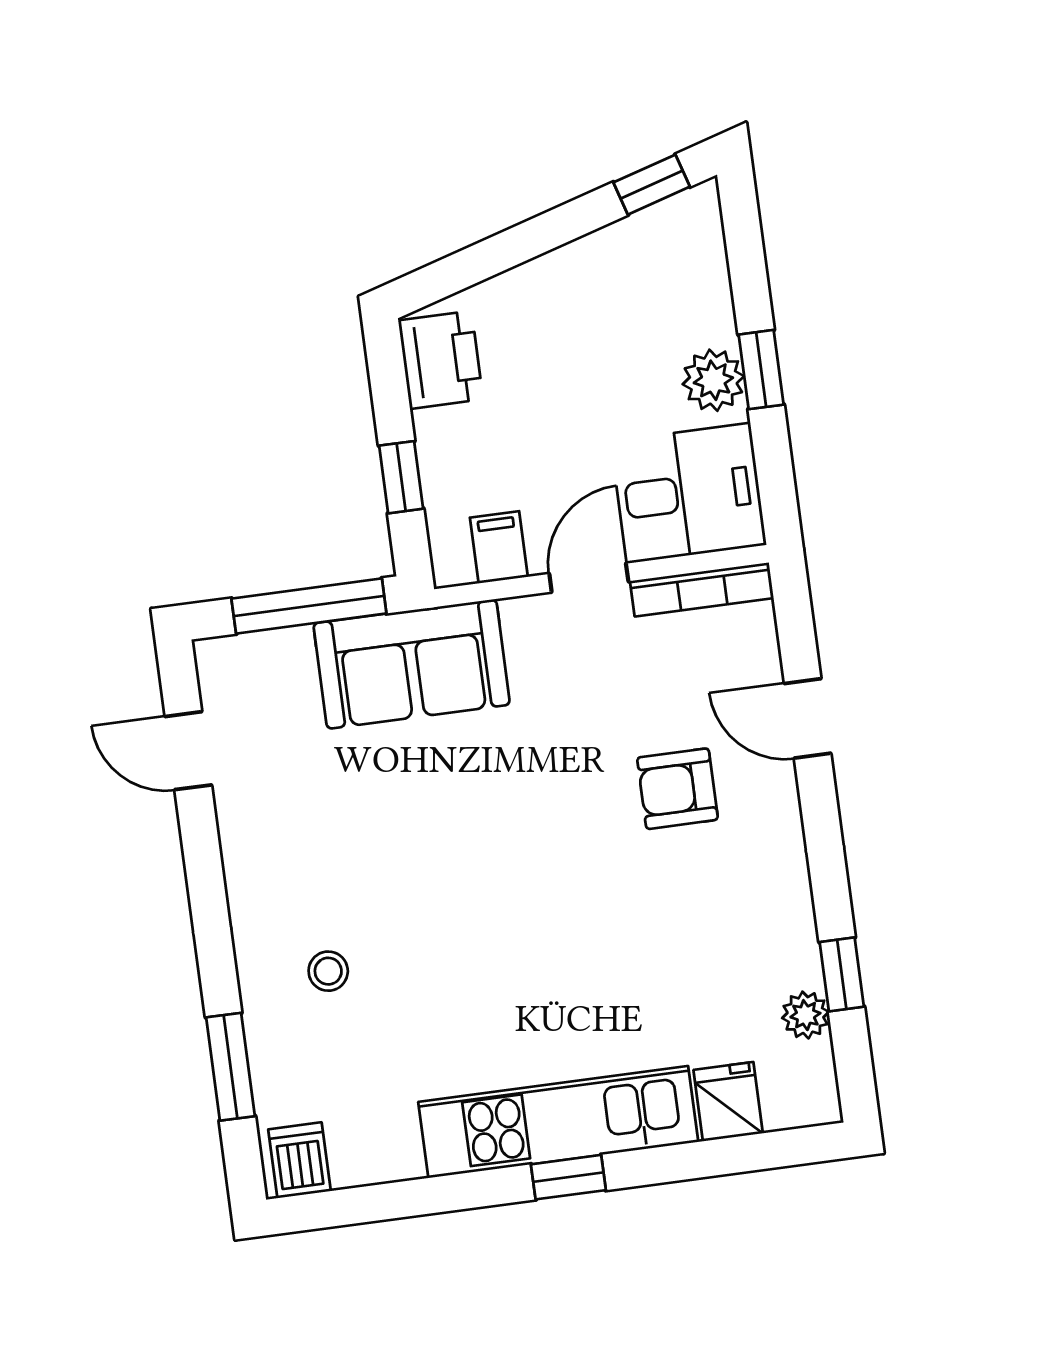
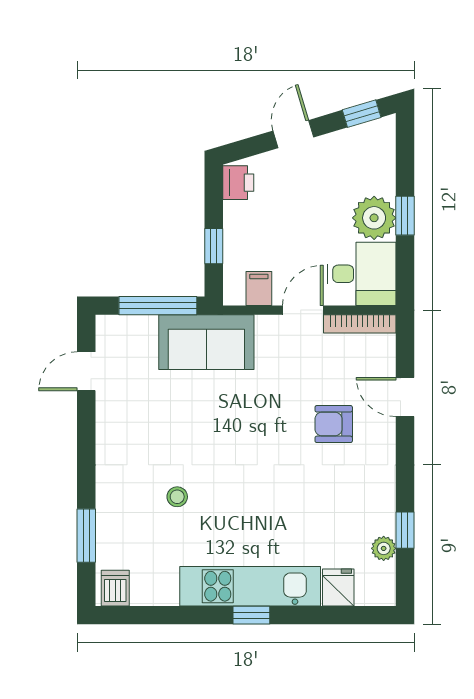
door: (526, 241) -> (293, 134), added
printer: (441, 360) -> (238, 183), width x0.73, depth x0.81
plant: (713, 380) -> (374, 218), width x1.36, depth x1.36
door: (188, 751) -> (86, 371), hinge flipped
stool: (328, 971) -> (177, 497), moved

